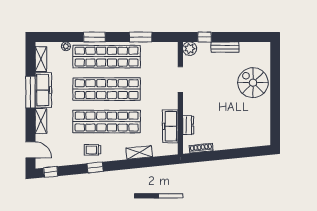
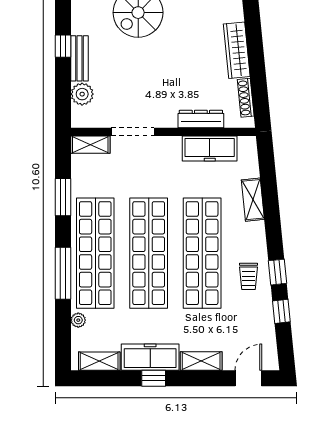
window: (94, 37) -> (63, 273), width x1.44
window: (205, 37) -> (63, 46), moved
plant: (190, 49) -> (82, 94), moved
shelving: (173, 54) -> (90, 145), added
window: (30, 92) -> (154, 378), width x0.46
dresser: (188, 125) -> (201, 119), width x1.44
wardrobe: (230, 143) -> (237, 50), added
window: (51, 172) -> (281, 311), moved

